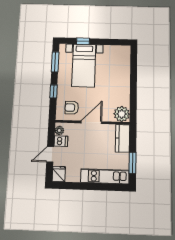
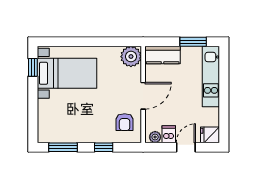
window: (83, 41) -> (33, 67), moved
bed with nightstands: (84, 65) -> (67, 73), moved
door: (91, 122) -> (143, 96), swing flipped
door: (50, 154) -> (186, 147), swing flipped

